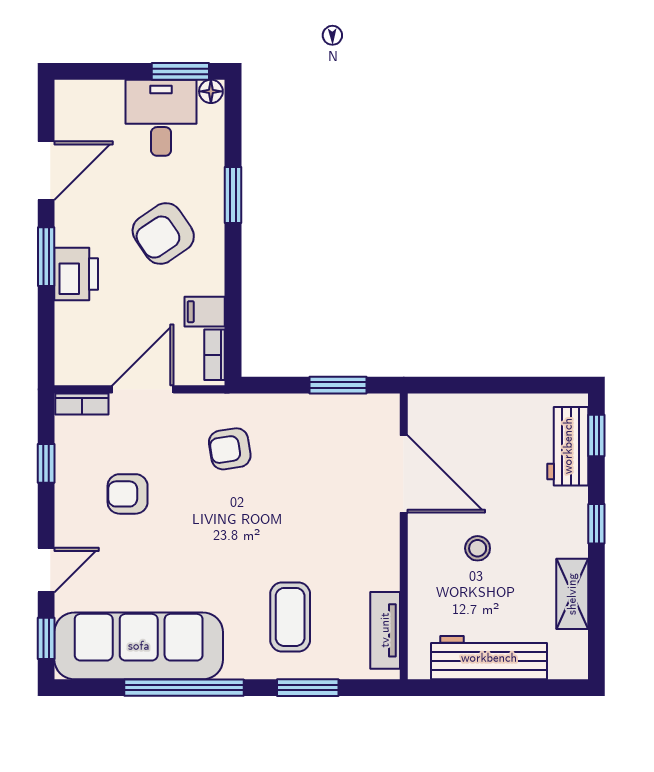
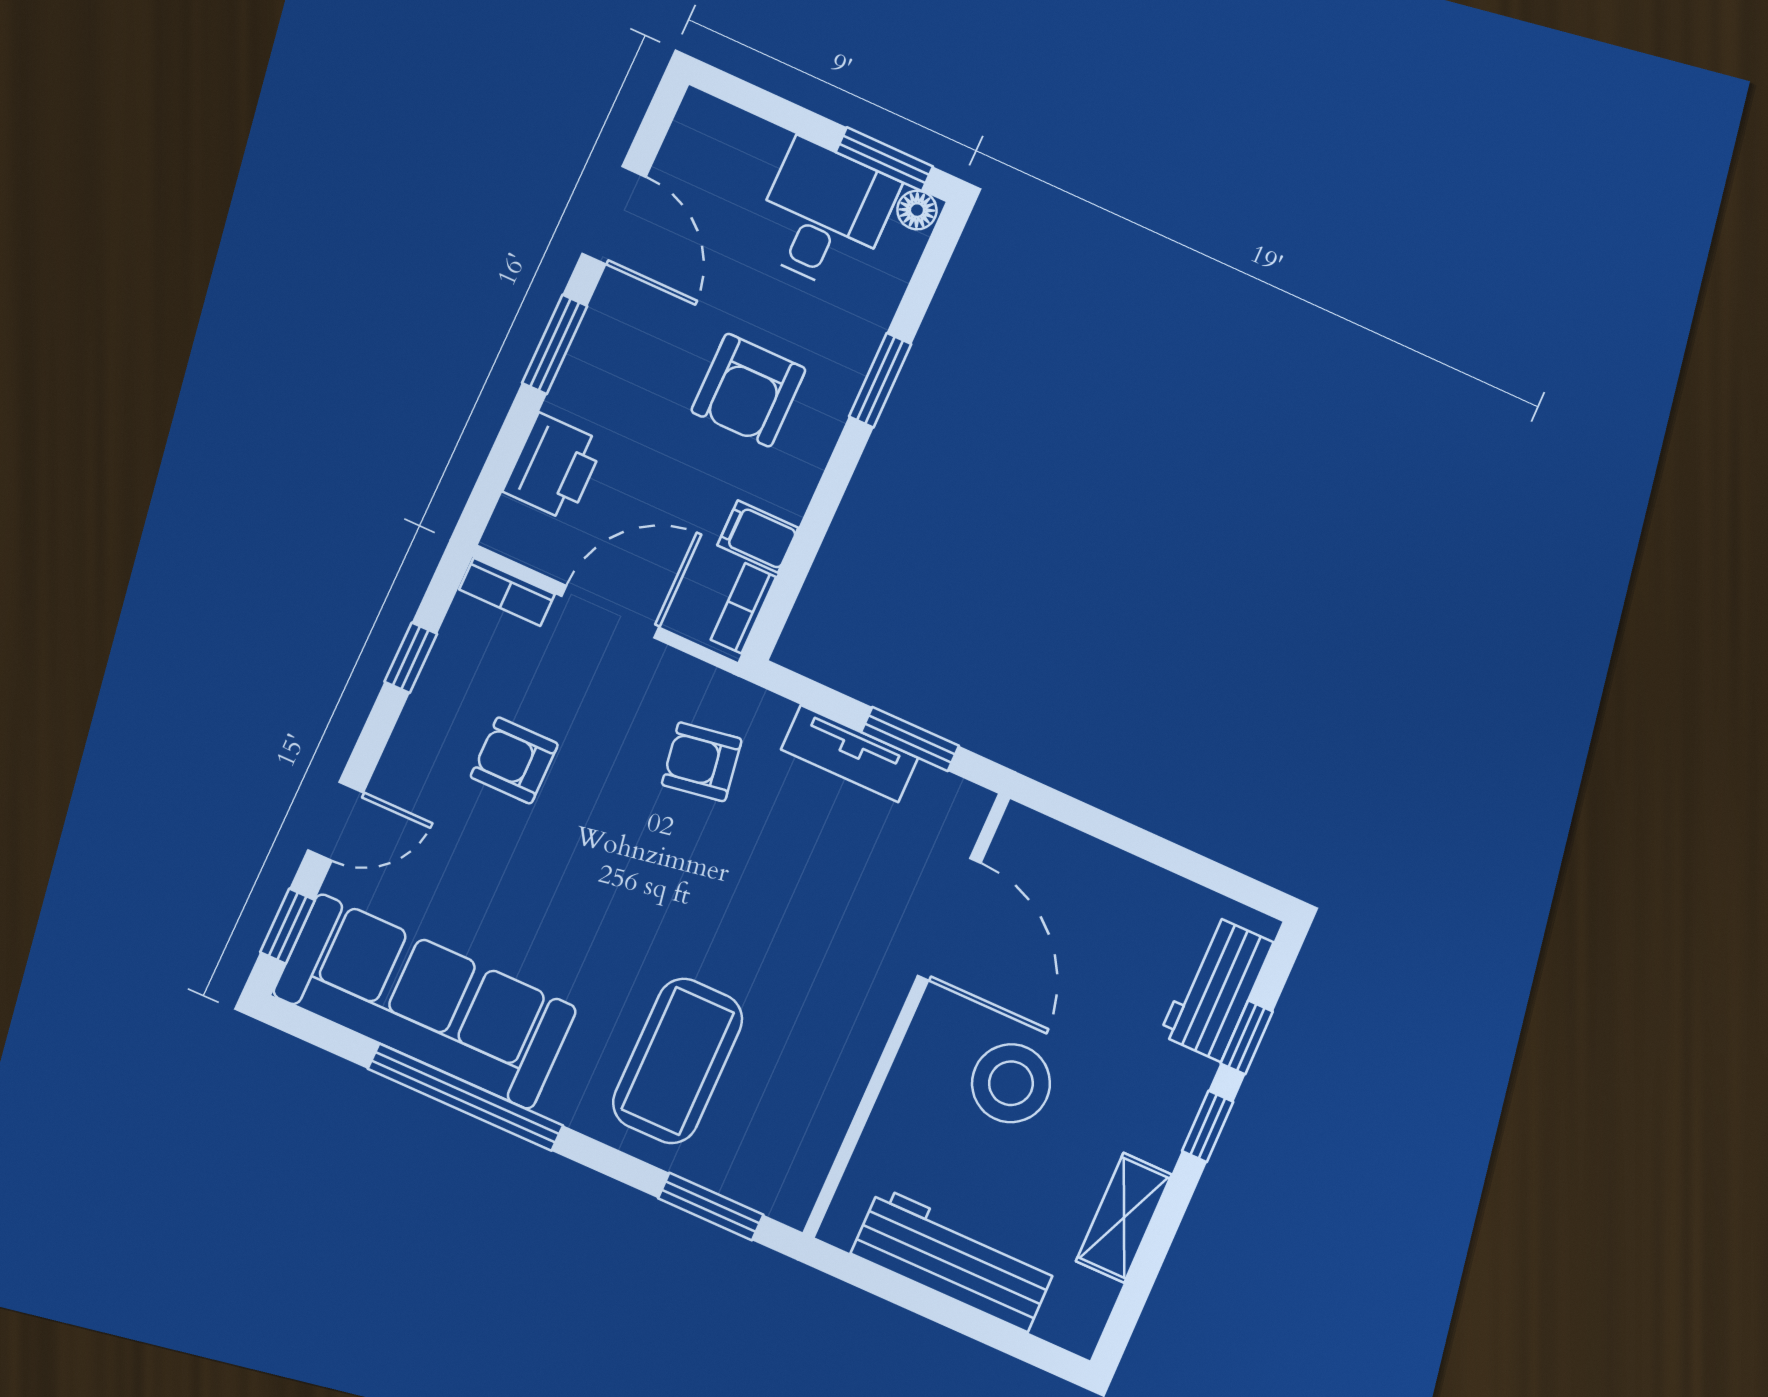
door: (46, 171) -> (614, 215), hinge flipped
armchair: (163, 234) -> (748, 390), turned -56
printer: (76, 274) -> (554, 467), moved
window: (596, 435) -> (1247, 1037), moved
stool: (478, 548) -> (1011, 1083), width x1.89, depth x1.89
coffee table: (290, 617) -> (678, 1061), width x1.36, depth x1.32
tv unit: (385, 630) -> (850, 754), moved, turned -90
window: (308, 688) -> (711, 1207), moved

